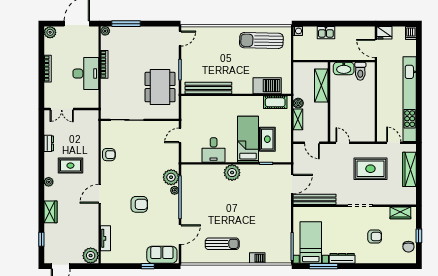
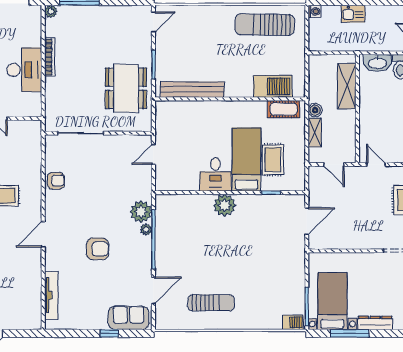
desk: (214, 150) -> (215, 174), moved
bench: (315, 199) -> (337, 242), removed
tv unit: (105, 238) -> (51, 295), width x1.41
plant: (91, 256) -> (31, 319), removed
barbecue: (257, 258) -> (293, 322), moved

